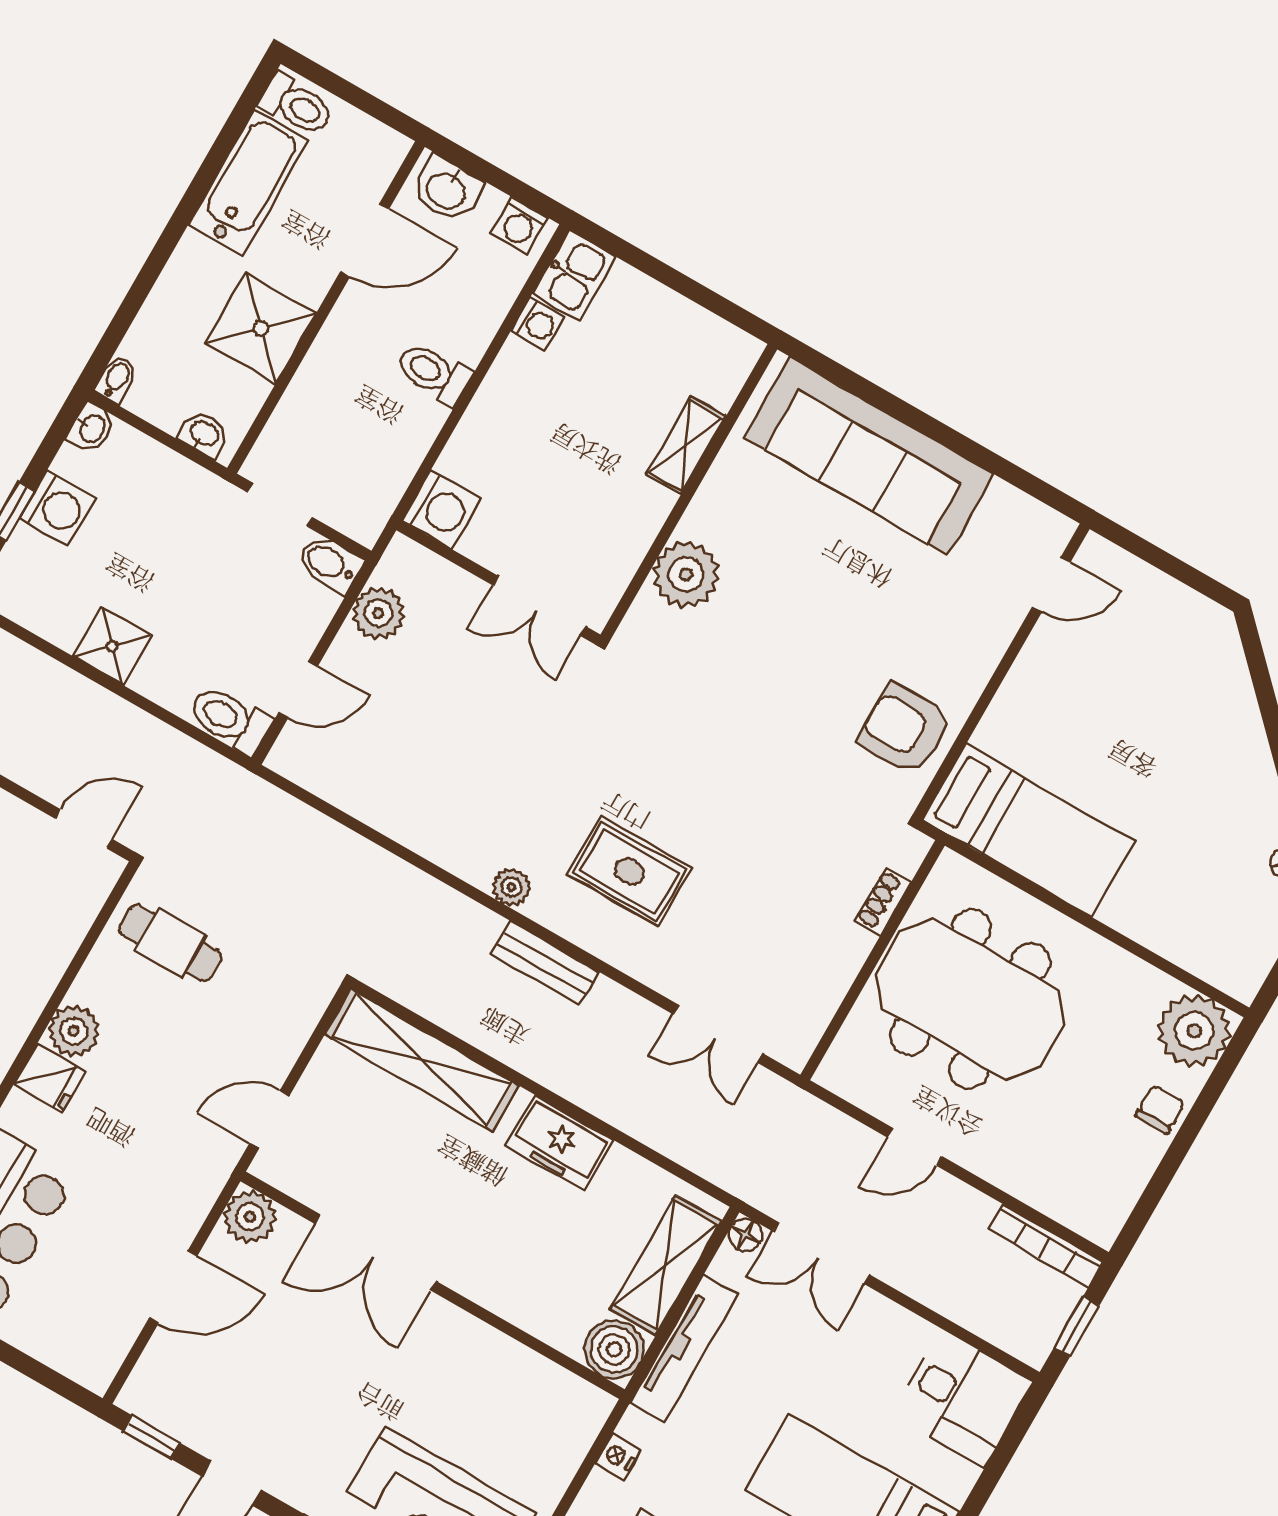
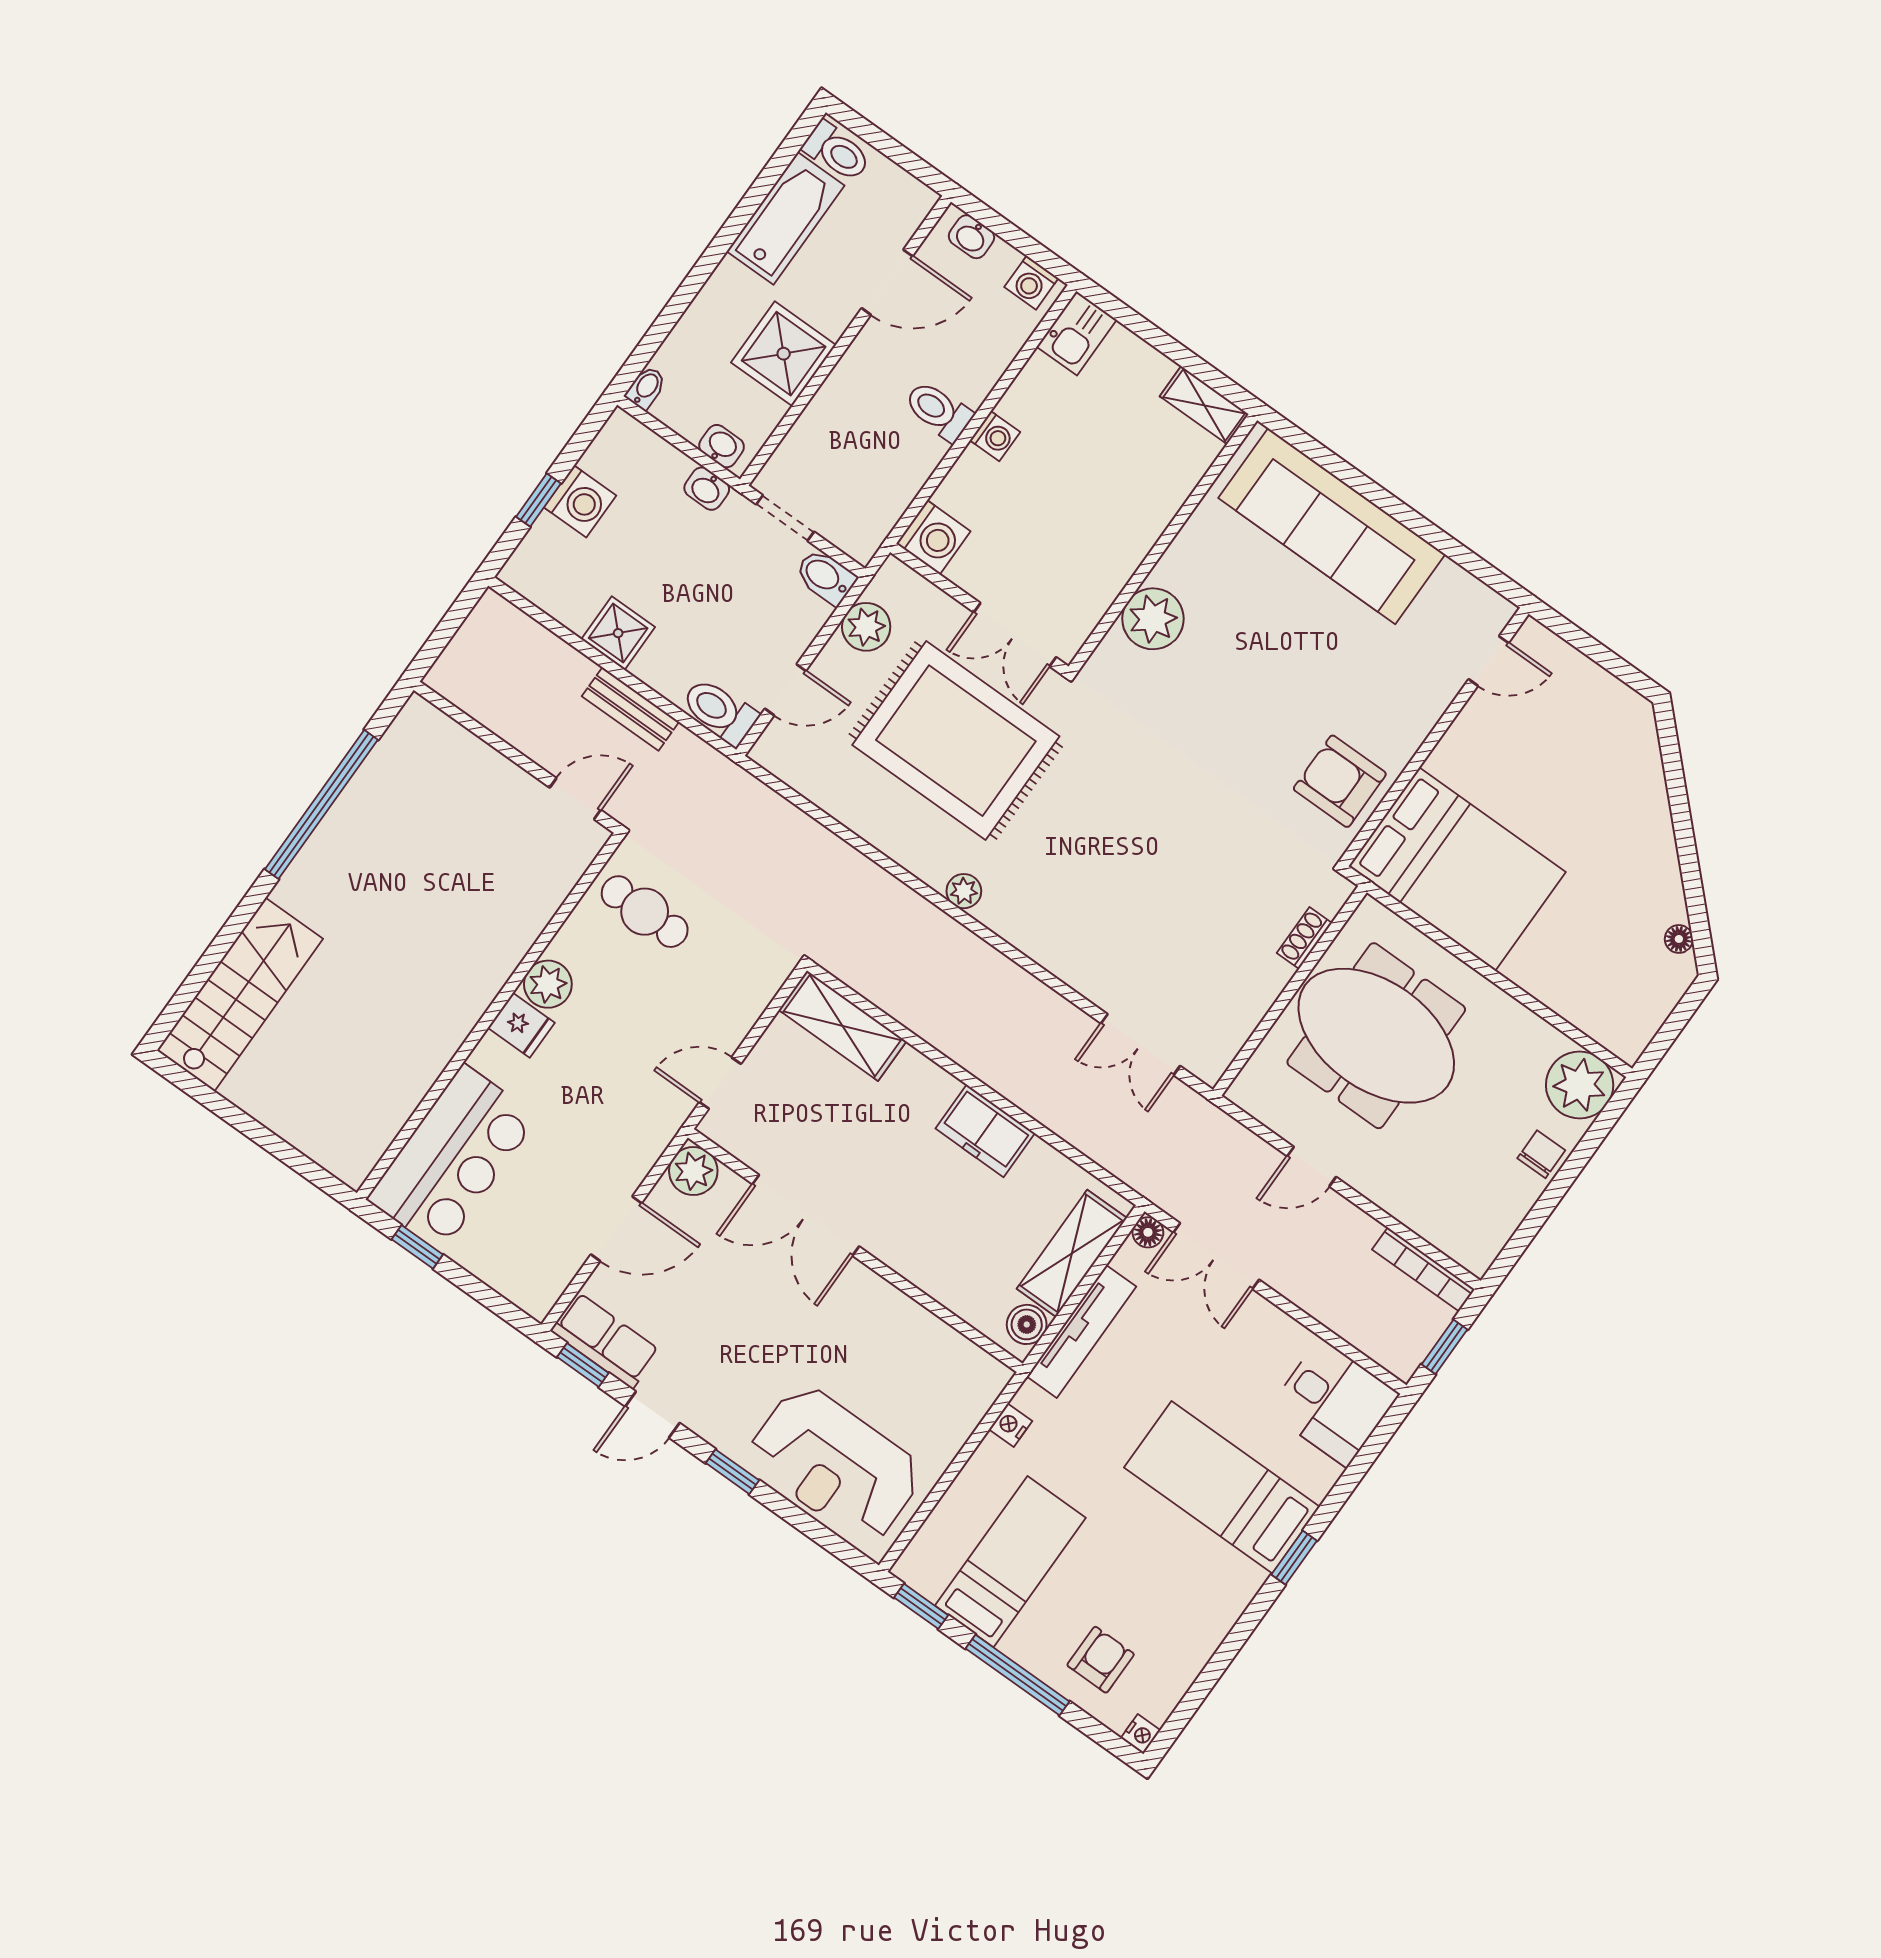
washbasin: (447, 189) -> (971, 237), width x0.72, depth x0.69
washing machine: (537, 324) -> (995, 436), moved
washbasin: (92, 428) -> (707, 489), moved, turned 90
shelving: (686, 445) -> (1204, 405), moved, turned 90
bed: (1029, 830) -> (1457, 869), width x1.50
rug: (629, 872) -> (956, 741), moved, width x1.86, depth x2.06
bench: (545, 963) -> (630, 709), moved
shelving: (422, 1060) -> (842, 1026), width x0.68
boiler: (614, 1350) -> (1027, 1324), width x0.73, depth x0.73
row of seats: (173, 1408) -> (605, 1341), added

